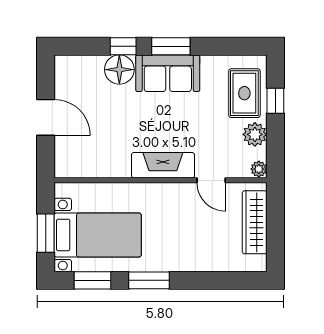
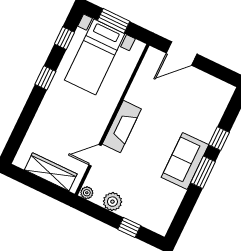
floor lamp: (119, 70) -> (204, 128), removed
rug: (244, 93) -> (145, 208), removed
door: (46, 117) -> (182, 54), moved
window: (93, 280) -> (65, 38), width x0.67
window: (149, 280) -> (45, 78), width x0.67

